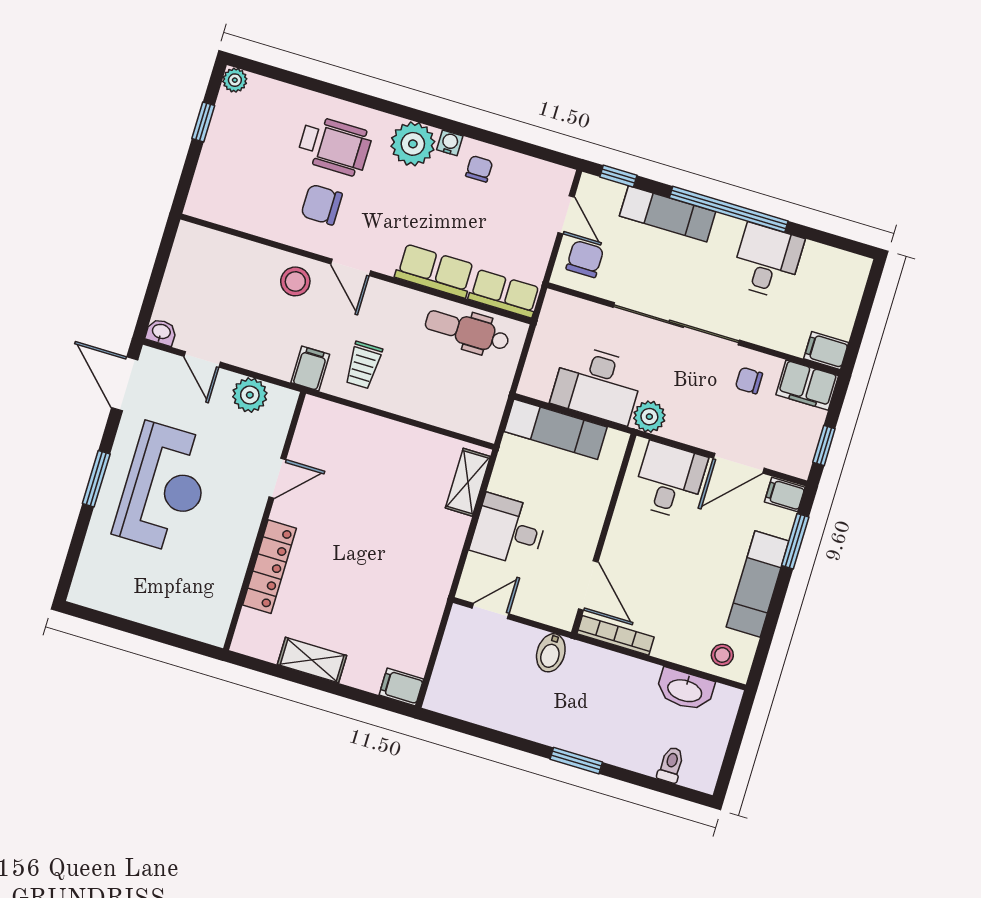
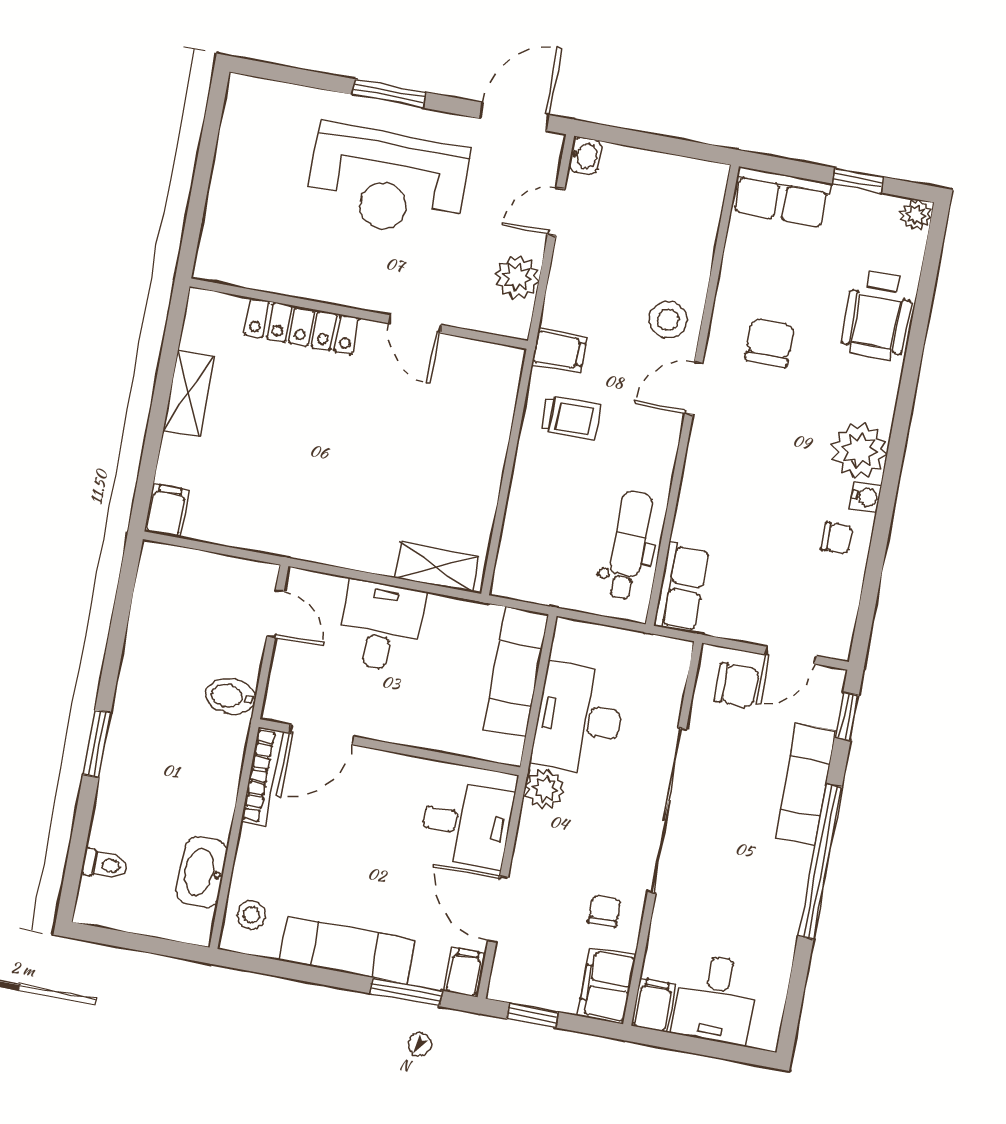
wheelchair: (335, 146) -> (877, 315), moved
desk: (767, 261) -> (716, 999), moved, turned 90
row of seats: (435, 271) -> (781, 197), moved, turned 90
trolley: (363, 365) -> (571, 418), turned 180

